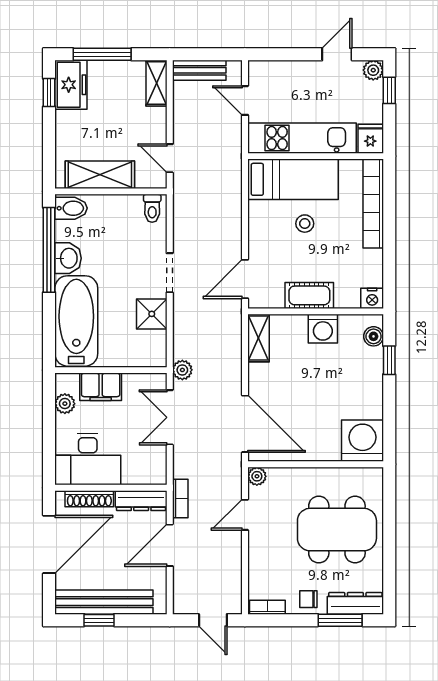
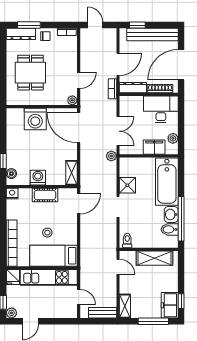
bidet: (71, 208) -> (170, 229), moved
washing machine: (362, 441) -> (35, 119), moved
dining table: (337, 530) -> (30, 73), width x0.73
window: (99, 620) -> (137, 25), moved

